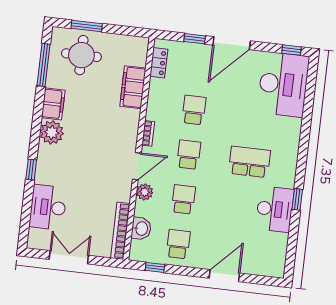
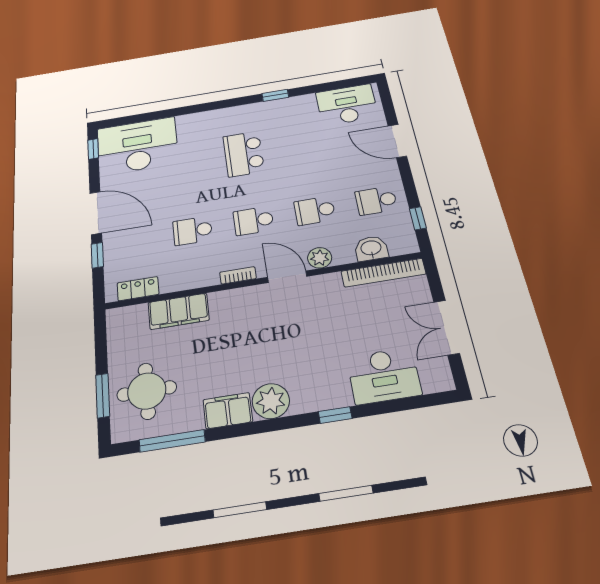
desk: (275, 209) -> (347, 105), moved

